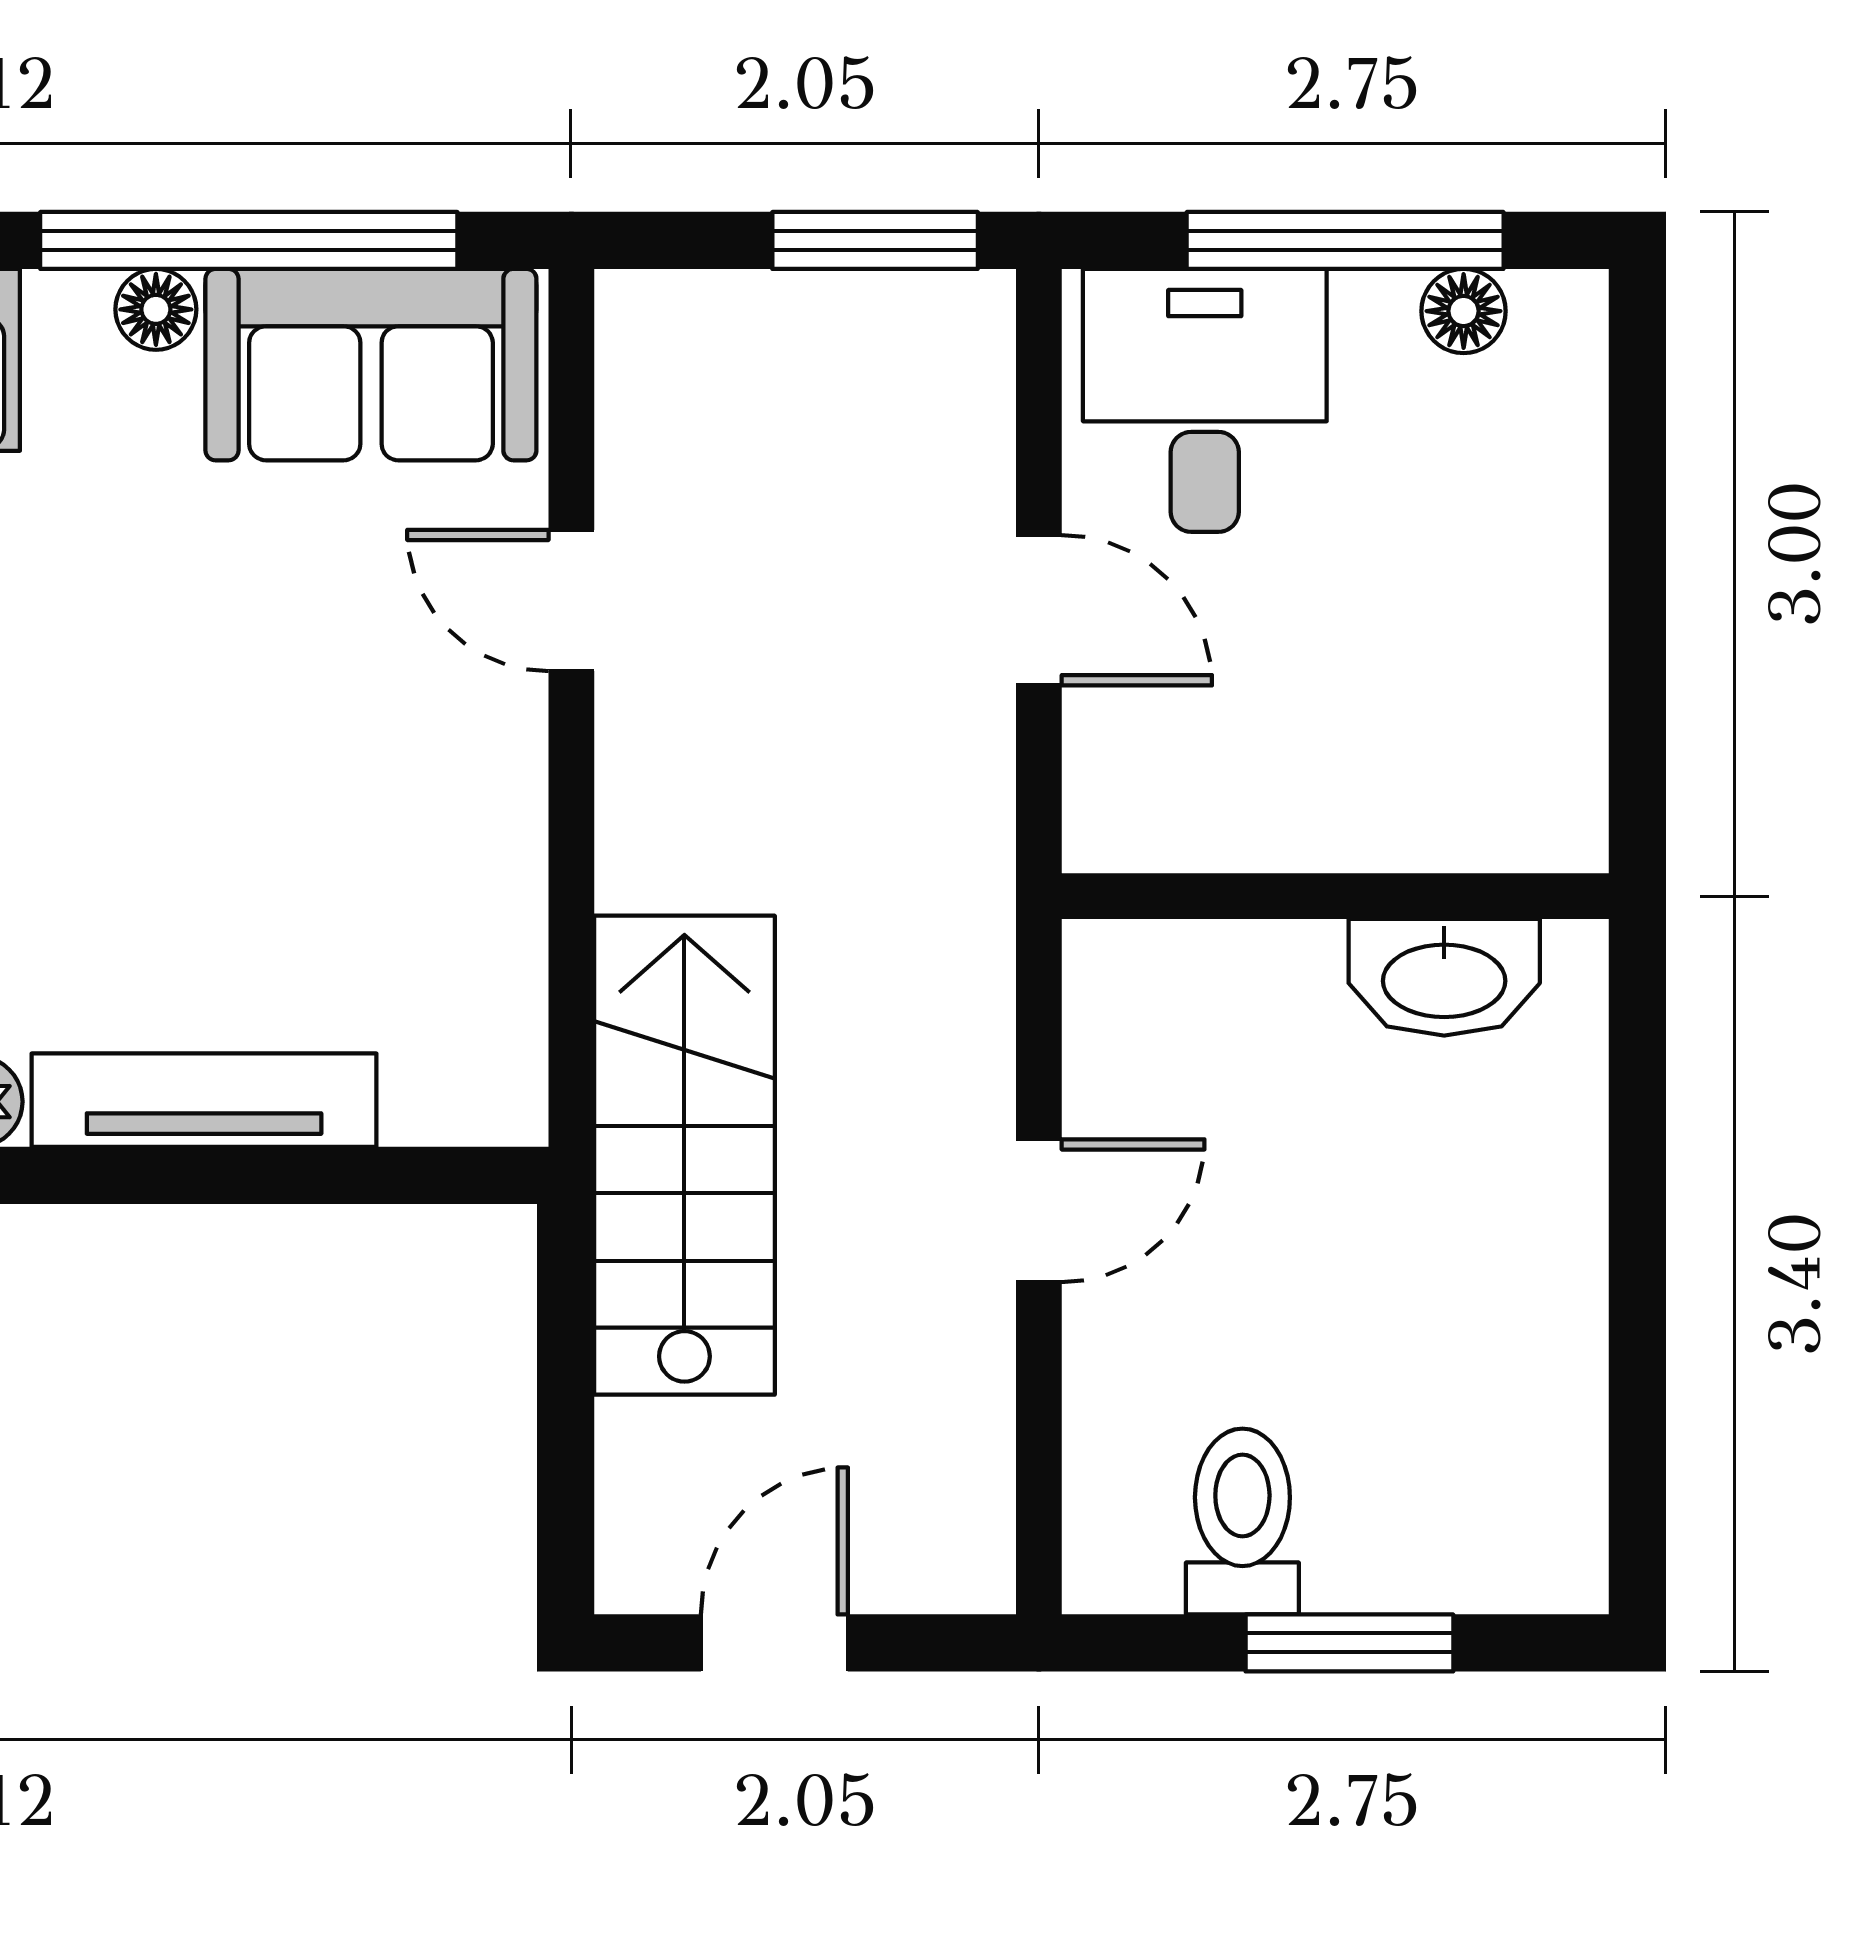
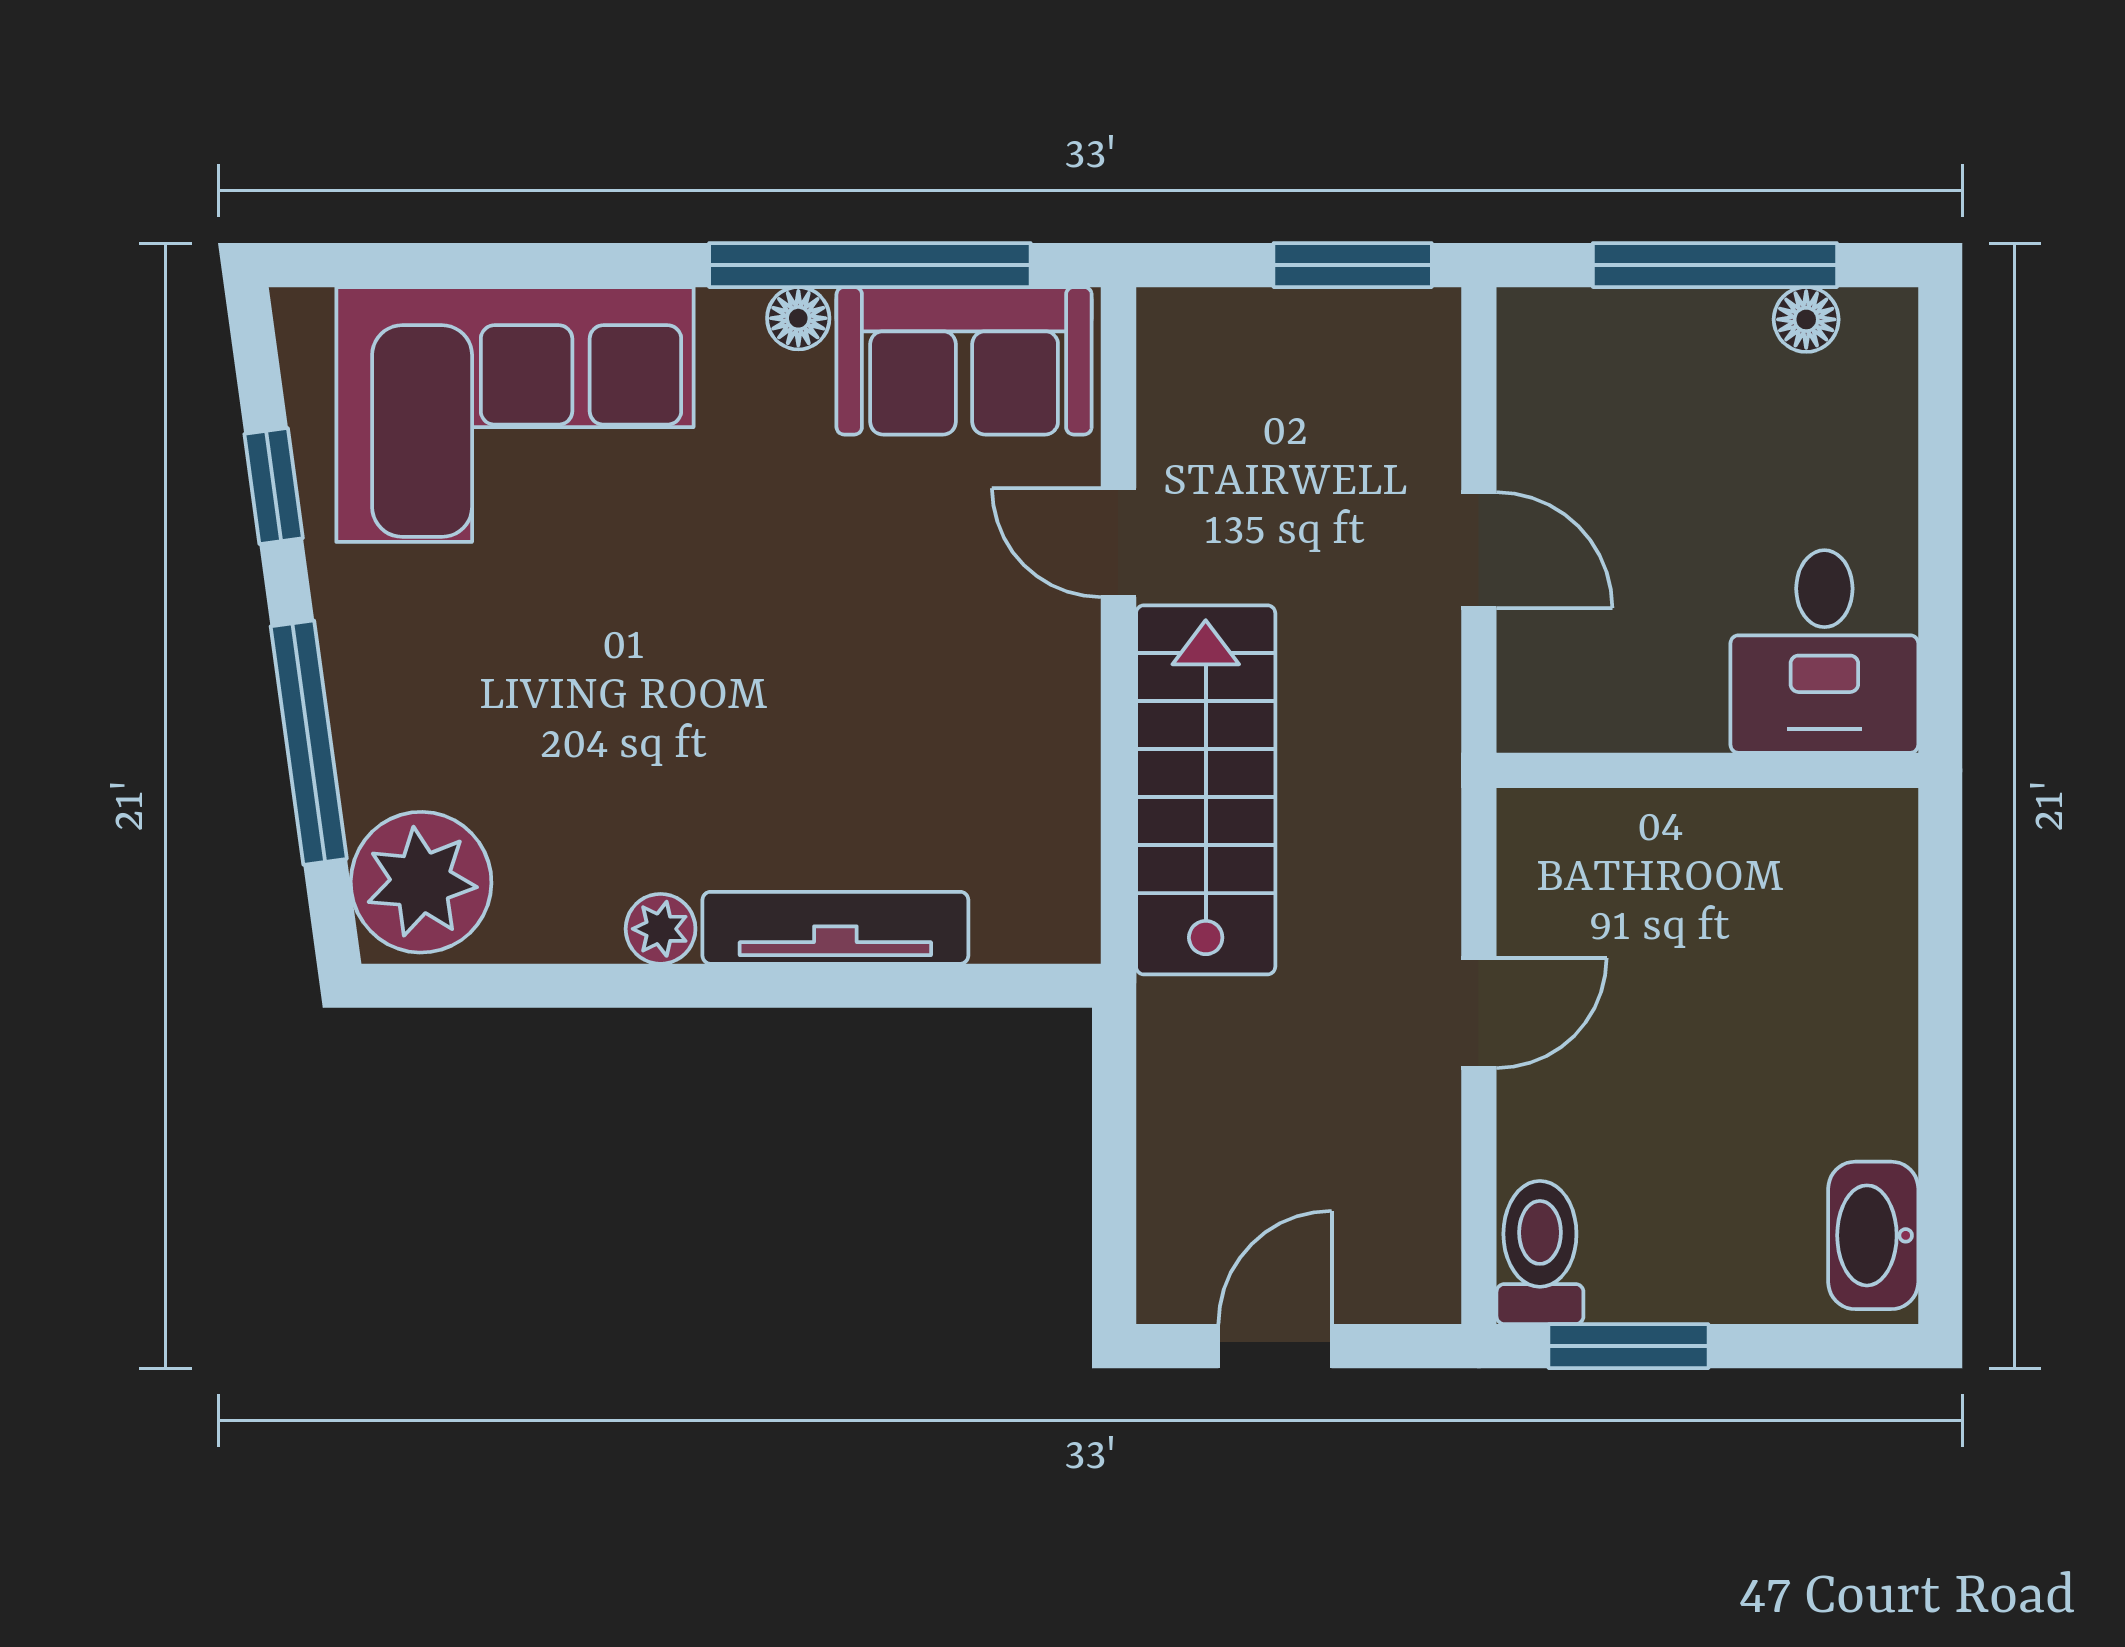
desk: (1205, 400) -> (1824, 652), moved, turned 180
washbasin: (1444, 977) -> (1873, 1235), moved, turned 90
stairs: (684, 1155) -> (1206, 790), moved
toilet: (1242, 1522) -> (1540, 1253), moved
window: (1349, 1643) -> (1628, 1346), moved

